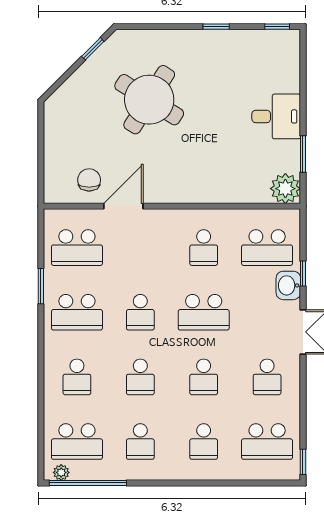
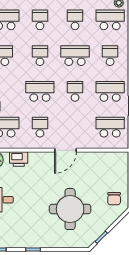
round table: (149, 100) -> (70, 209), turned -32
chair: (89, 180) -> (114, 199), moved
printer: (242, 190) -> (19, 159), added
door: (123, 206) -> (65, 150), moved
school desk: (140, 377) -> (75, 56), width x1.85

